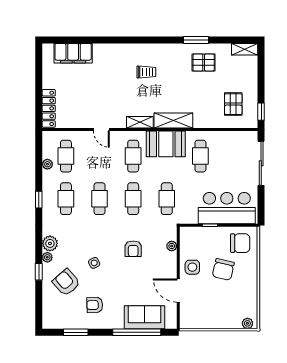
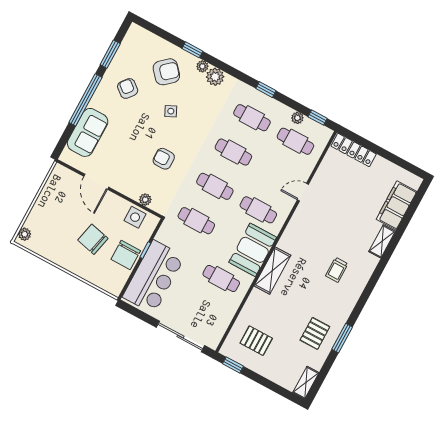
shelving: (140, 122) -> (382, 241), moved
window: (39, 149) -> (318, 118), added
chair: (240, 243) -> (126, 255), moved
side table: (192, 267) -> (135, 217), moved
door: (178, 291) -> (96, 182), swing flipped
armchair: (95, 305) -> (128, 88), turned -49
window: (137, 332) -> (85, 100), moved

